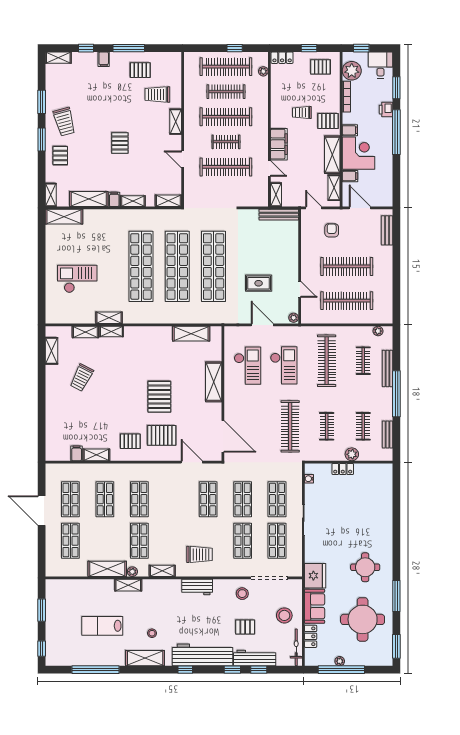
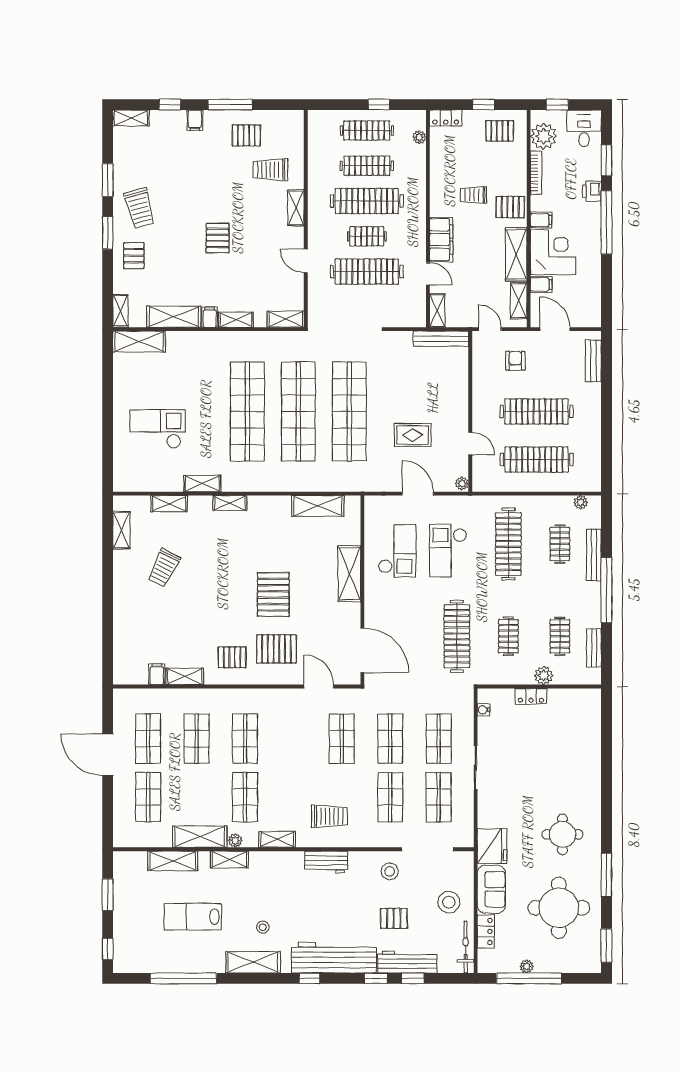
clothes rail: (226, 67) -> (367, 130), width x0.73, depth x0.76
shelving: (111, 332) -> (230, 503), moved
checkout: (284, 365) -> (448, 550), turned 180
shelving: (88, 586) -> (173, 861), added

